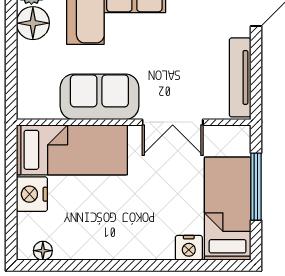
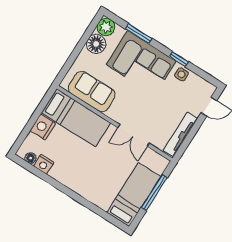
sofa: (99, 97) -> (92, 92), moved
nightstand: (189, 248) -> (44, 164), moved

